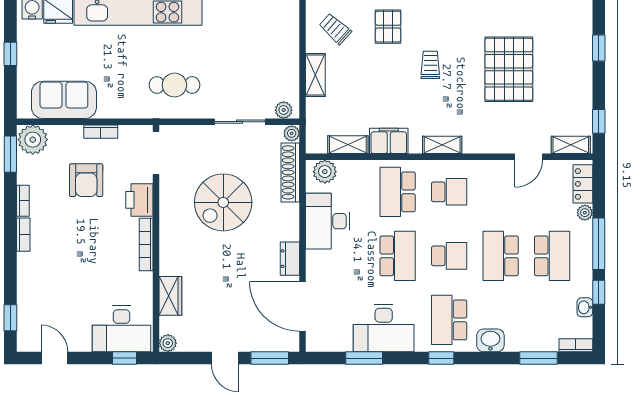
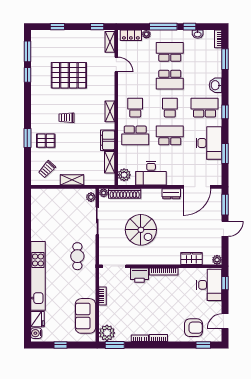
armchair: (86, 180) -> (193, 328), moved
school desk: (449, 320) -> (204, 108), turned 180

